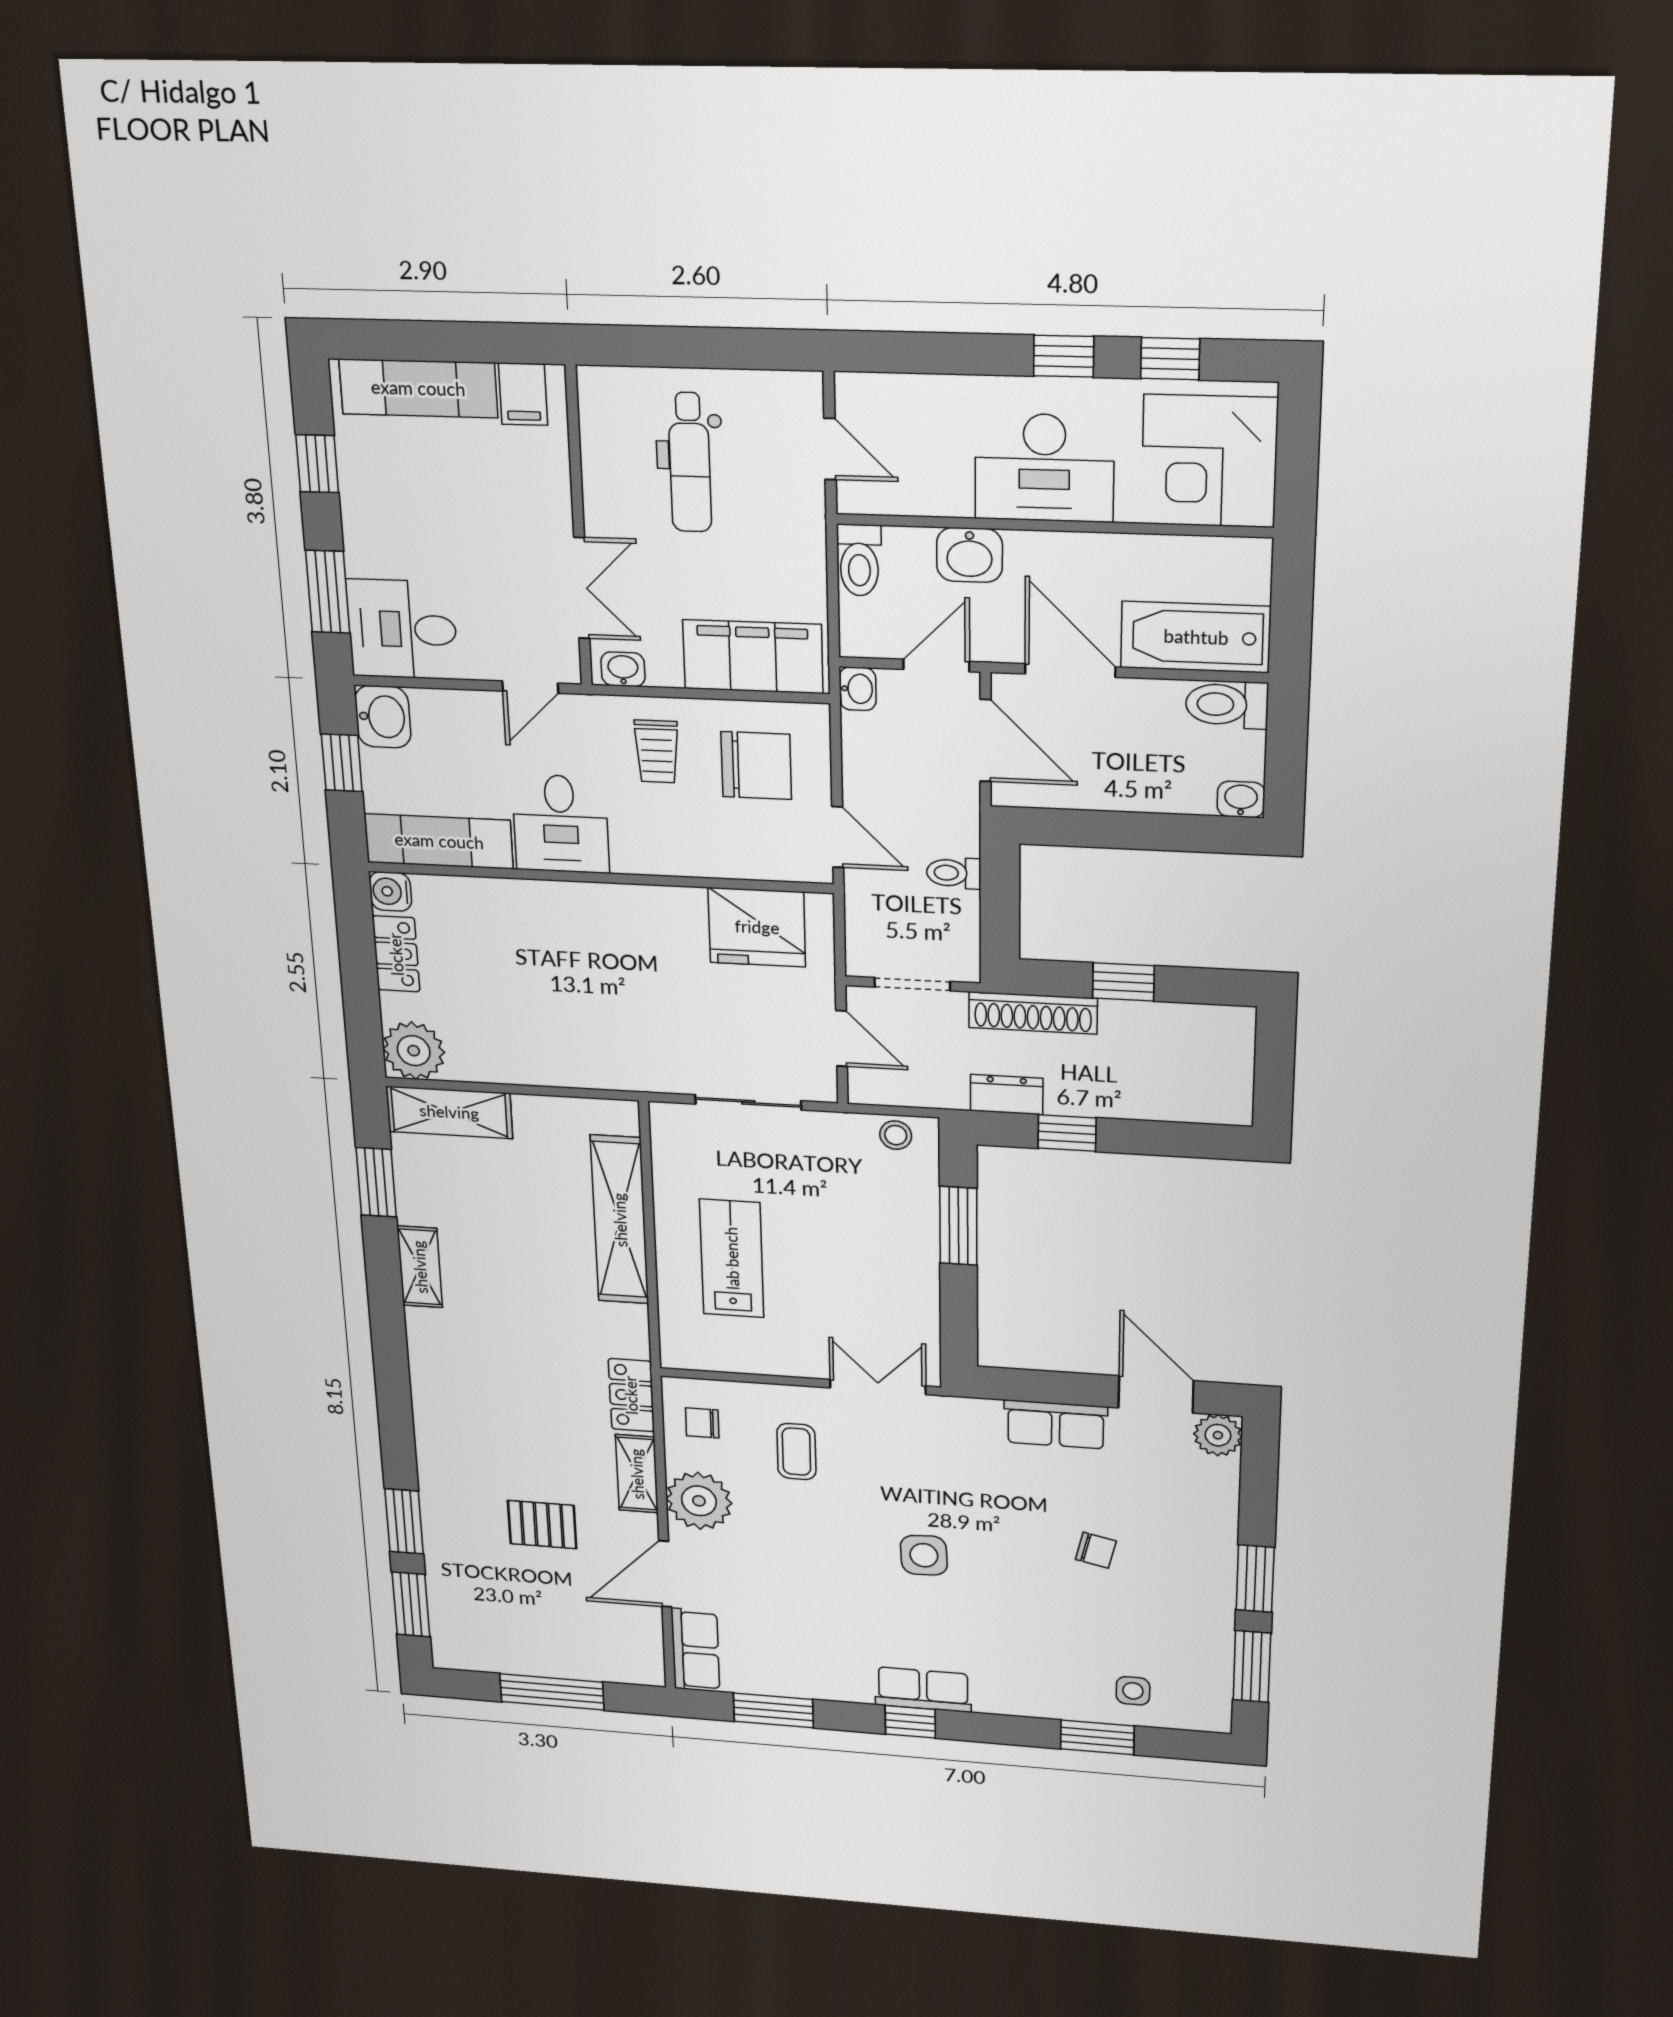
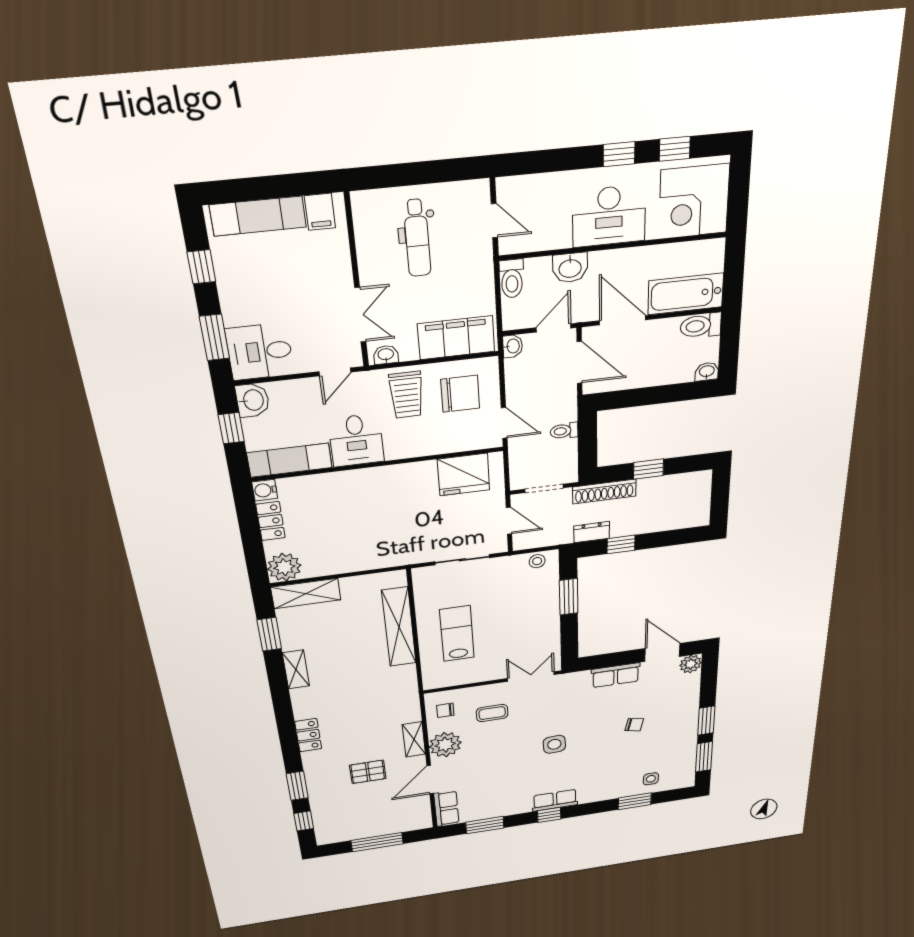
trolley: (657, 751) -> (406, 395), width x1.36, depth x1.39
locker: (631, 1395) -> (308, 735), moved, turned 180
coffee table: (796, 1452) -> (492, 713), turned 90
window: (411, 1604) -> (304, 821), width x0.67

